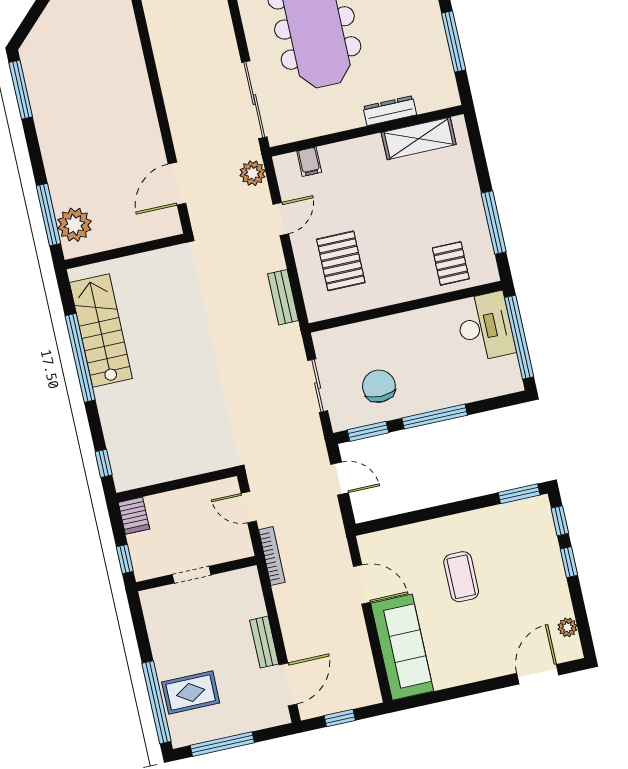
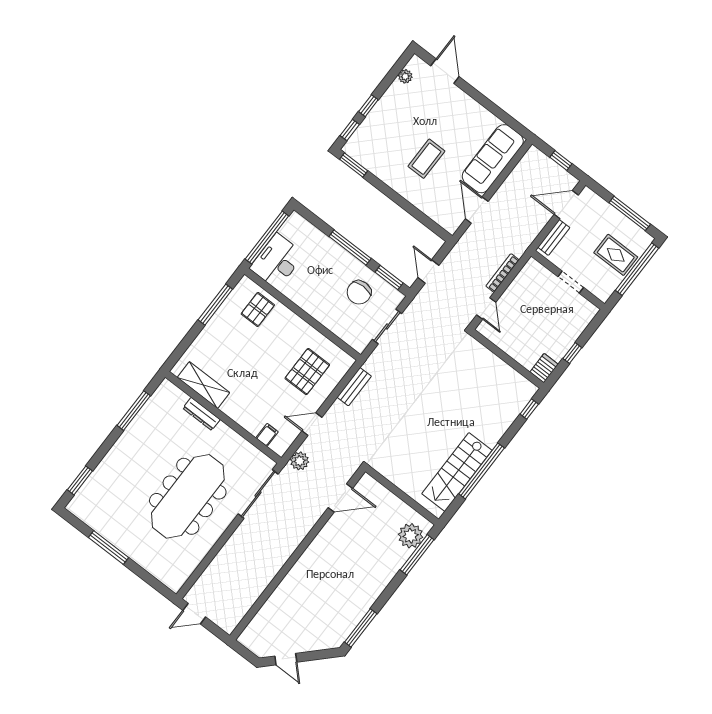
wall: (196, 574) -> (568, 280), moved
doorway: (192, 575) -> (571, 282), moved
door: (538, 674) -> (445, 71), swing flipped

